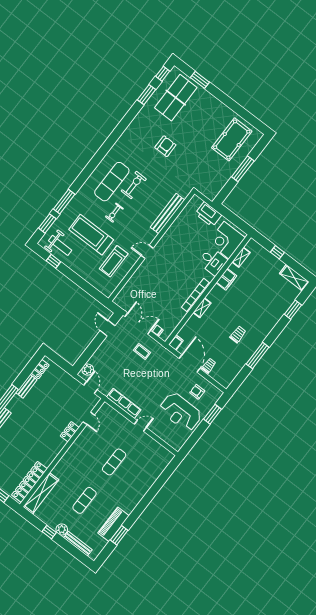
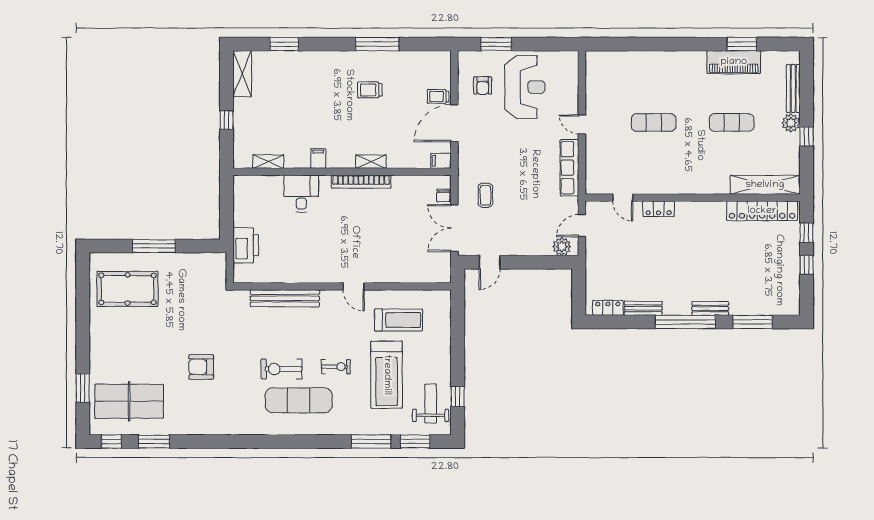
corner desk: (227, 240) -> (261, 197), removed
filing cabinet: (226, 279) -> (318, 159), width x0.50
door: (89, 418) -> (623, 198), swing flipped

